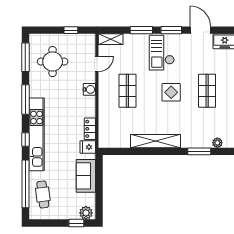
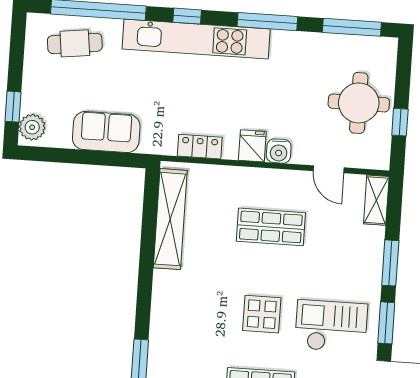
checkout: (162, 53) -> (331, 326), moved
round table: (53, 62) -> (359, 103), moved
shelving: (156, 141) -> (170, 219), moved
fridge: (88, 147) -> (252, 146), moved

